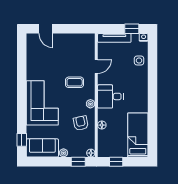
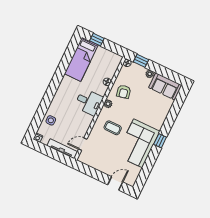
door: (46, 29) -> (115, 183), hinge flipped
window: (132, 29) -> (44, 149), removed
door: (96, 66) -> (83, 144), moved
corner sofa: (42, 103) -> (138, 143), moved
window: (22, 140) -> (160, 141), moved
window: (116, 162) -> (97, 40), moved

